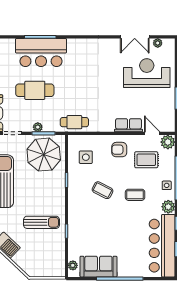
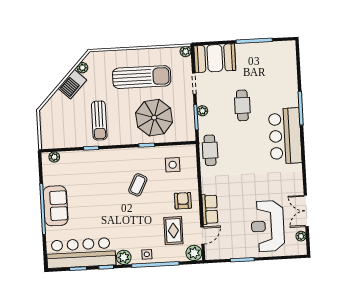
bar counter: (41, 53) -> (285, 136), moved
reception desk: (147, 73) -> (268, 226), turned 180
cafe table: (35, 90) -> (242, 105), width x0.73, depth x0.74
parasol: (44, 155) -> (154, 118), moved
coffee table: (135, 195) -> (135, 220), removed
sofa: (98, 267) -> (56, 206), moved

